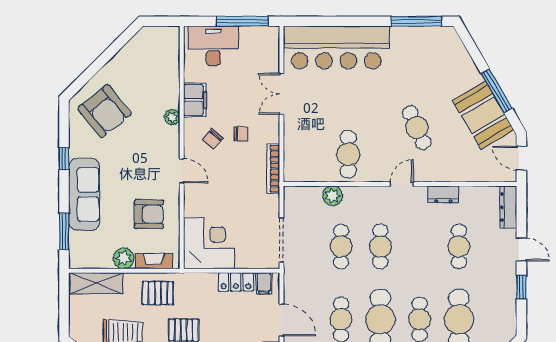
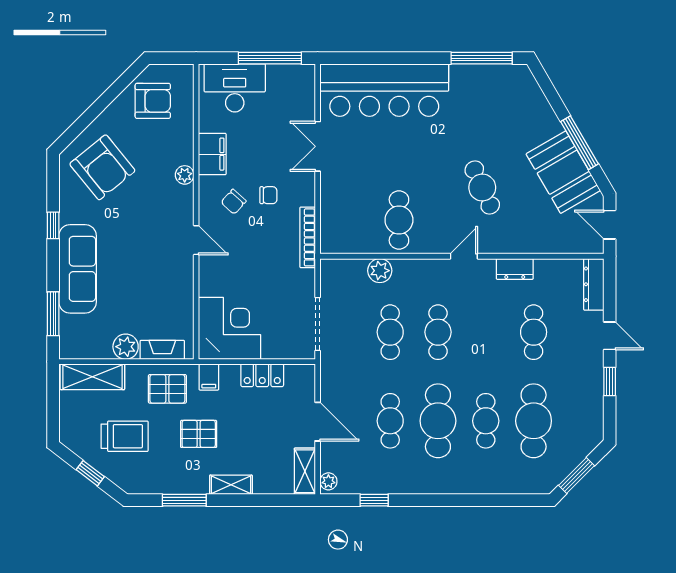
armchair: (149, 214) -> (153, 101), moved
filing cabinet: (264, 283) -> (209, 377), moved

